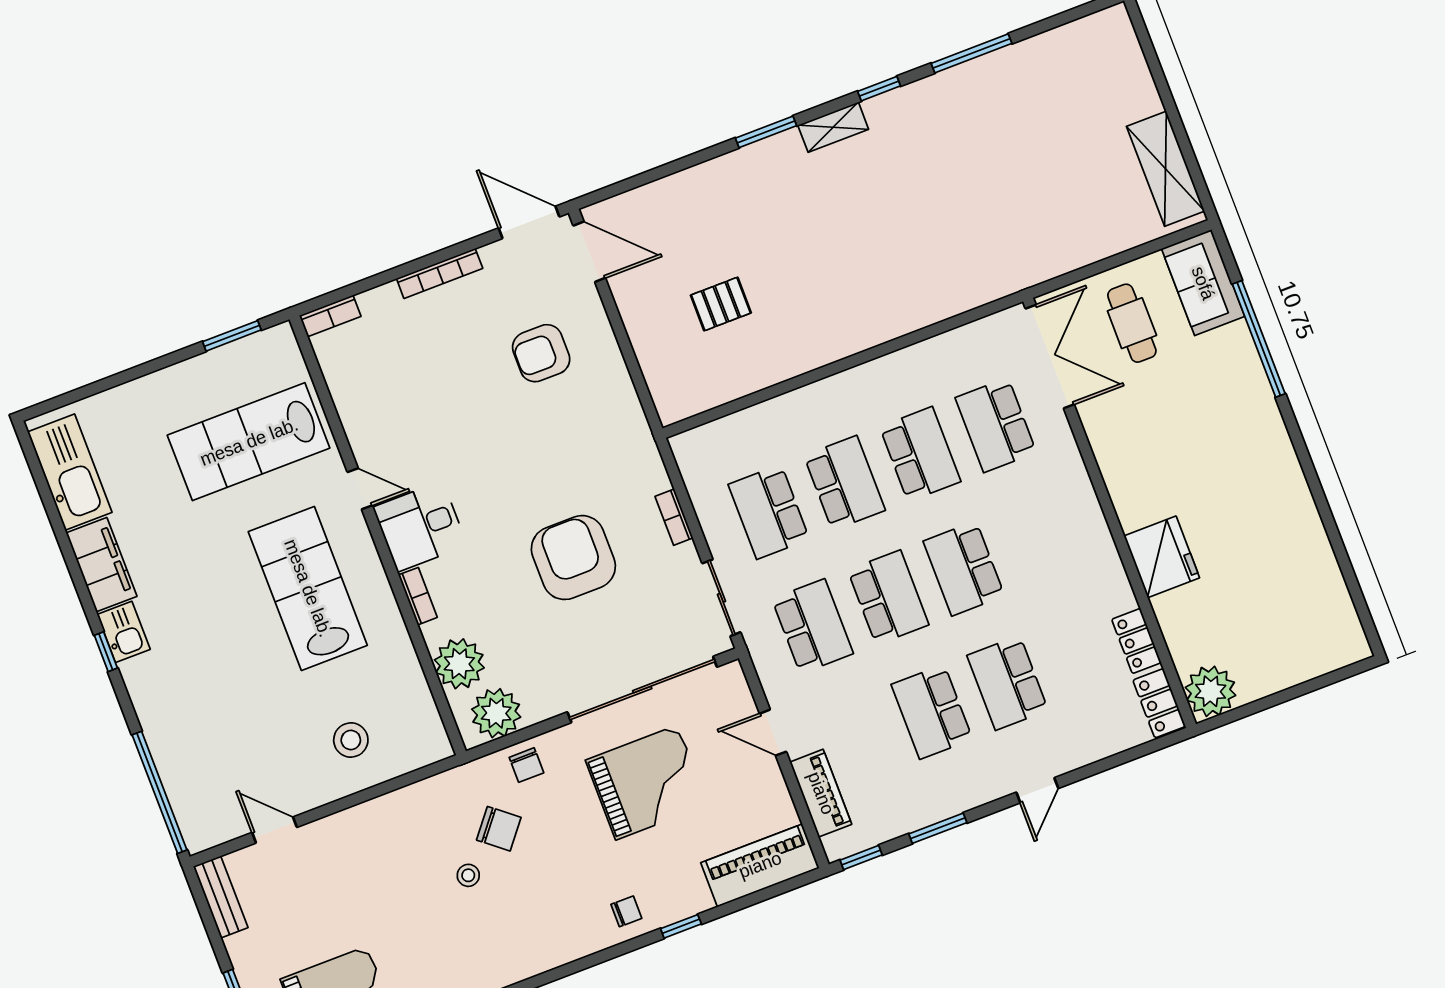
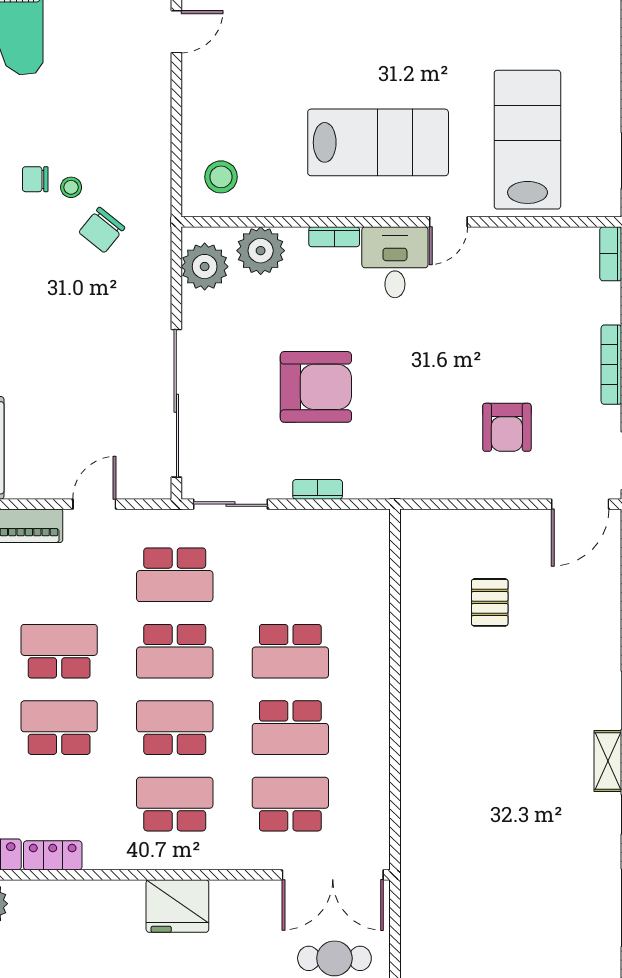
armchair: (541, 353) -> (507, 427), turned 180
school desk: (769, 512) -> (175, 804), moved
fridge: (1162, 557) -> (177, 906), moved
stool: (351, 740) -> (221, 177), moved
chair: (526, 765) -> (35, 179), moved
grand piano: (647, 783) -> (93, 376), removed

